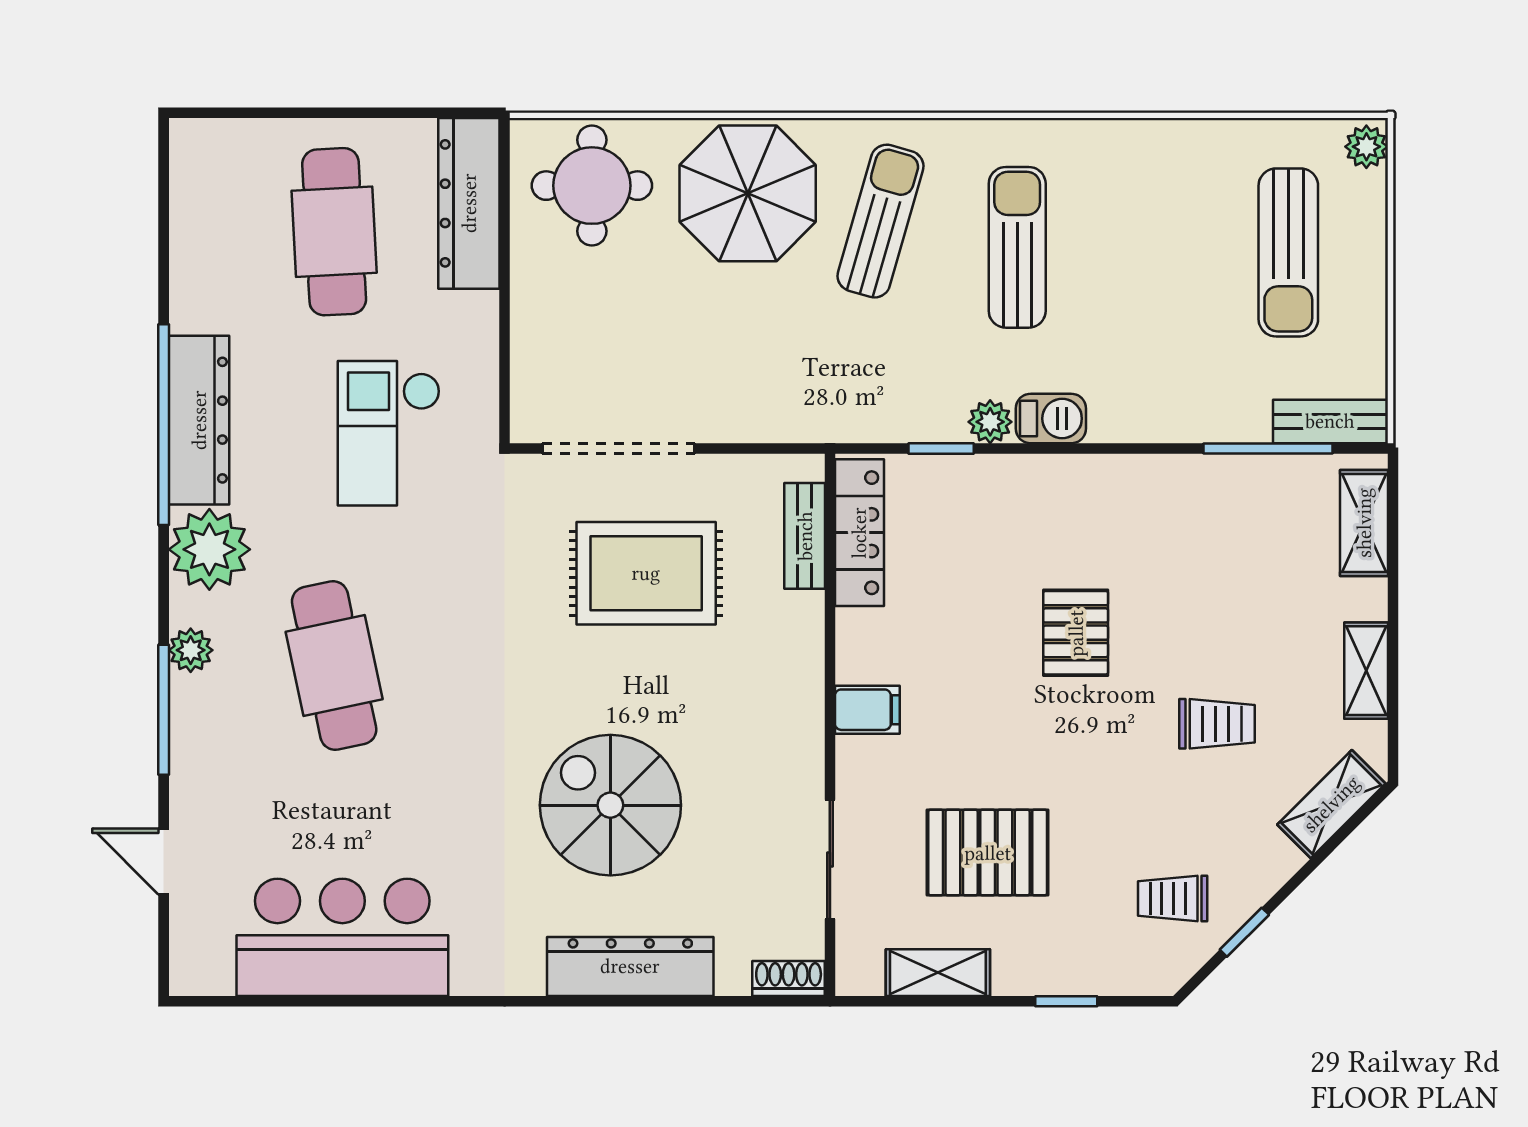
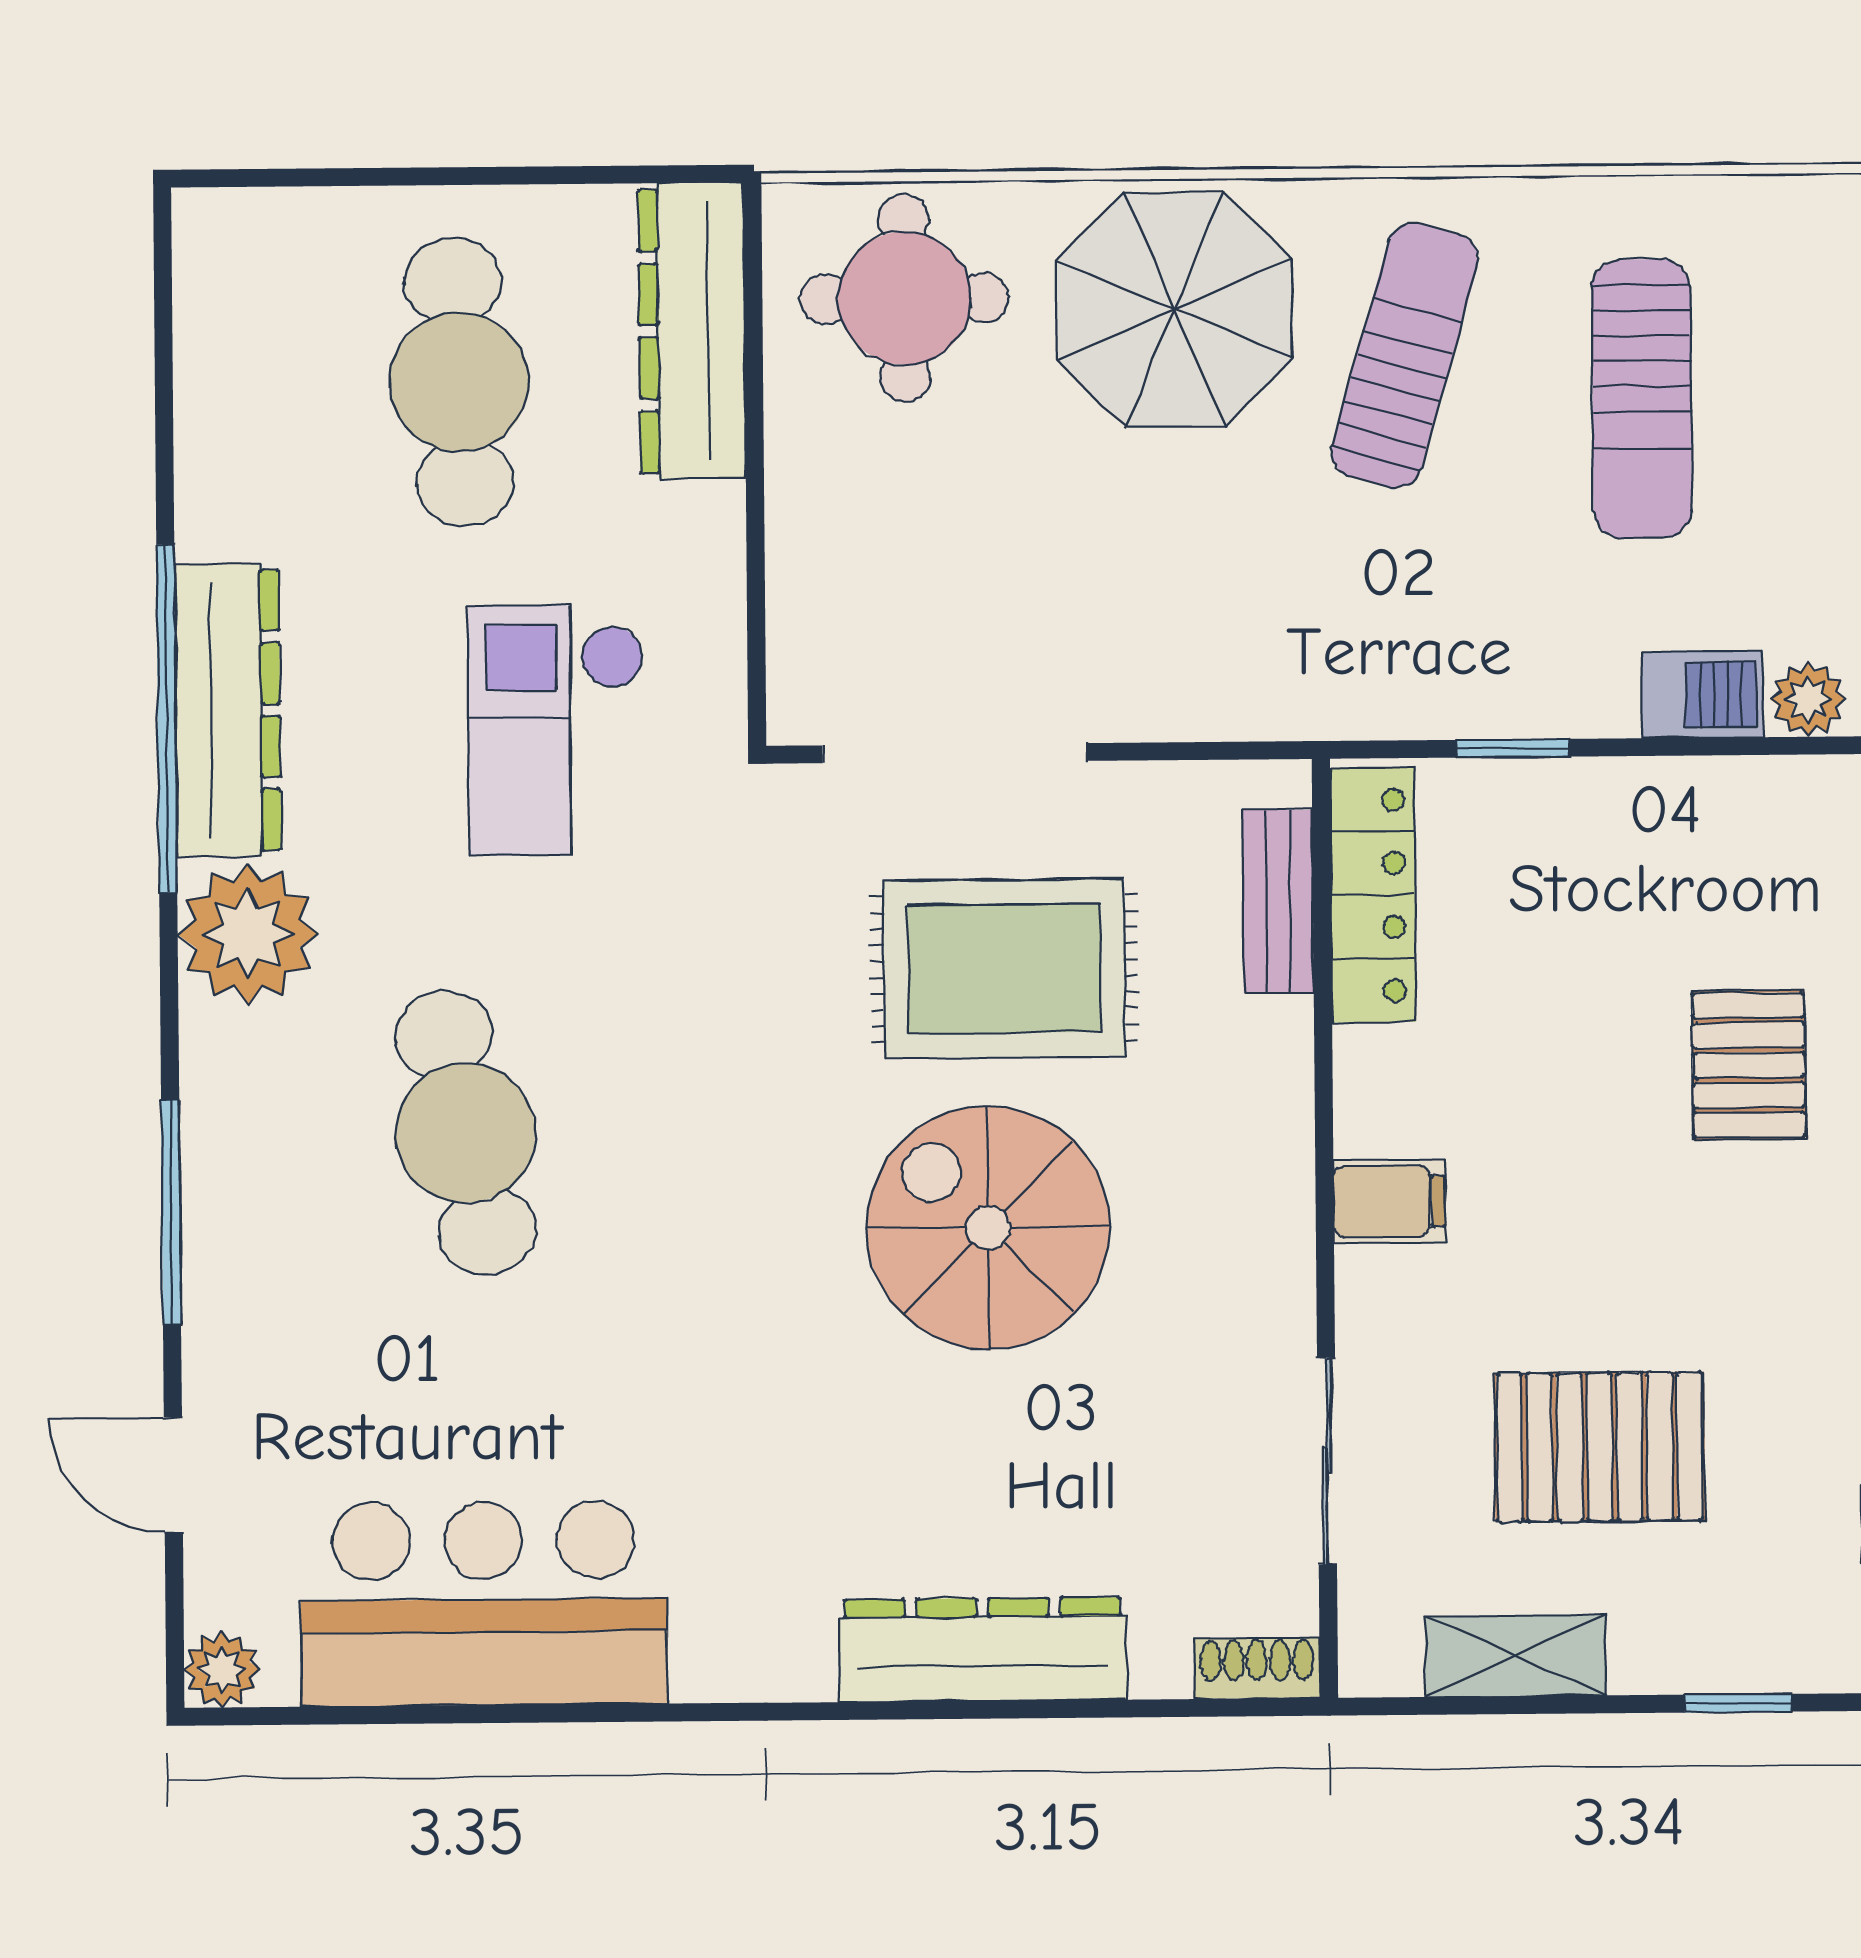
sun lounger: (1017, 247) -> (1642, 399), turned 180
plant: (990, 422) -> (1808, 699), moved
plant: (191, 650) -> (222, 1670), moved
spiral stairs: (610, 805) -> (988, 1228), moved

